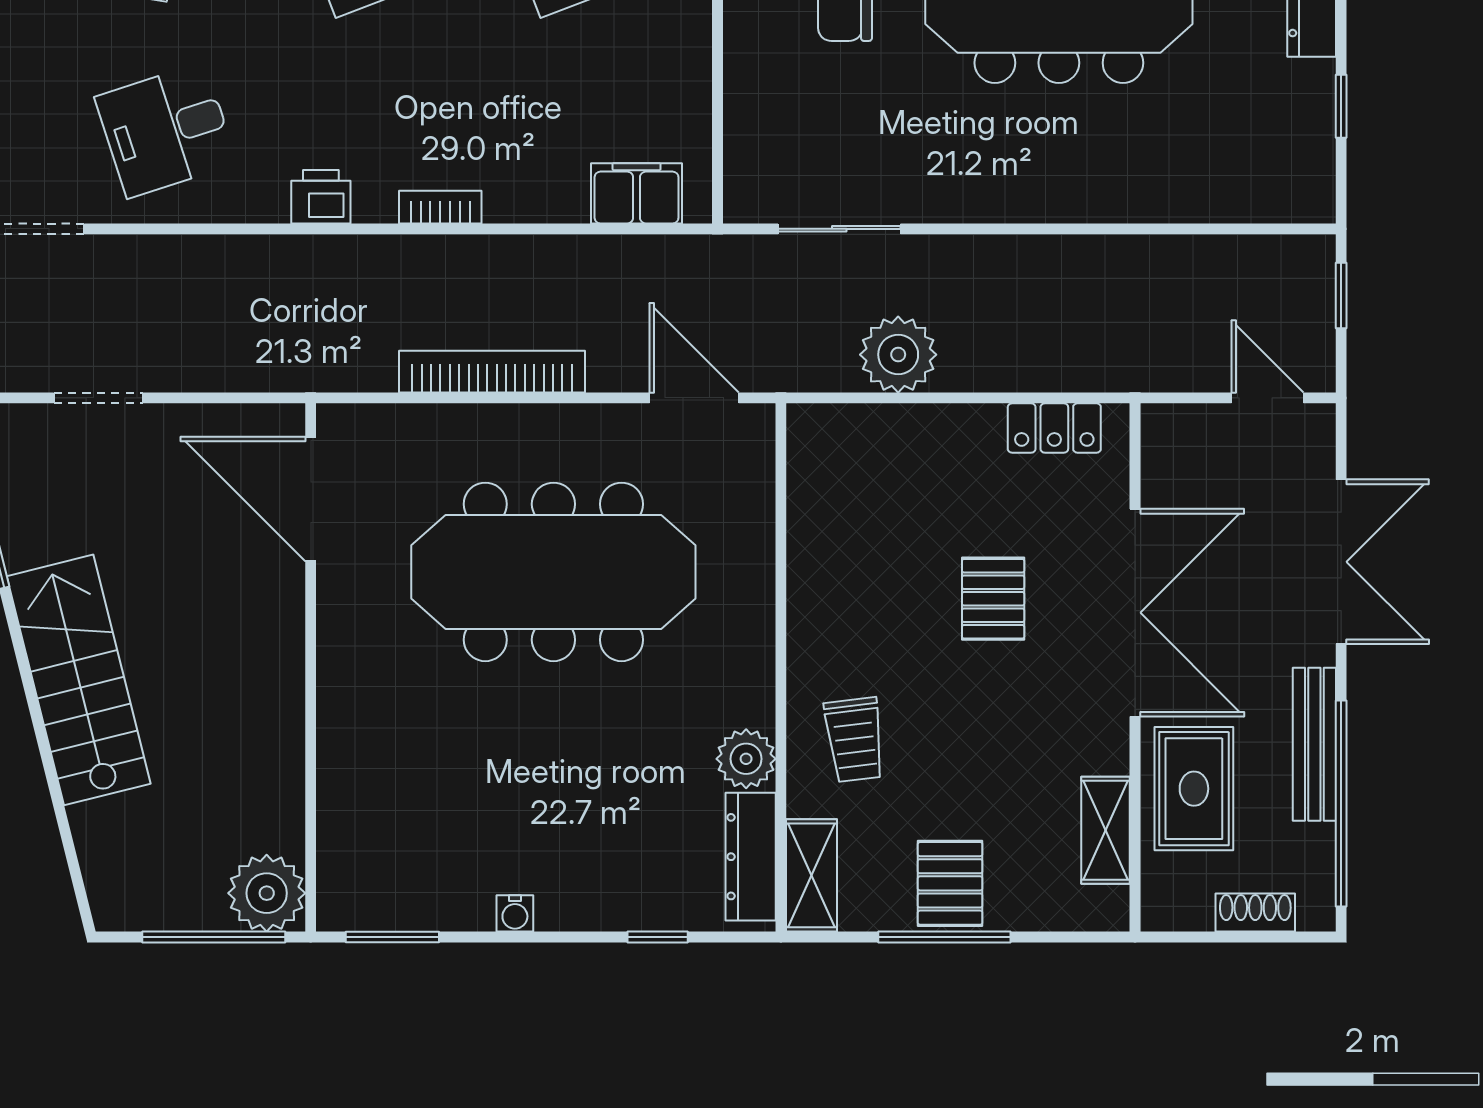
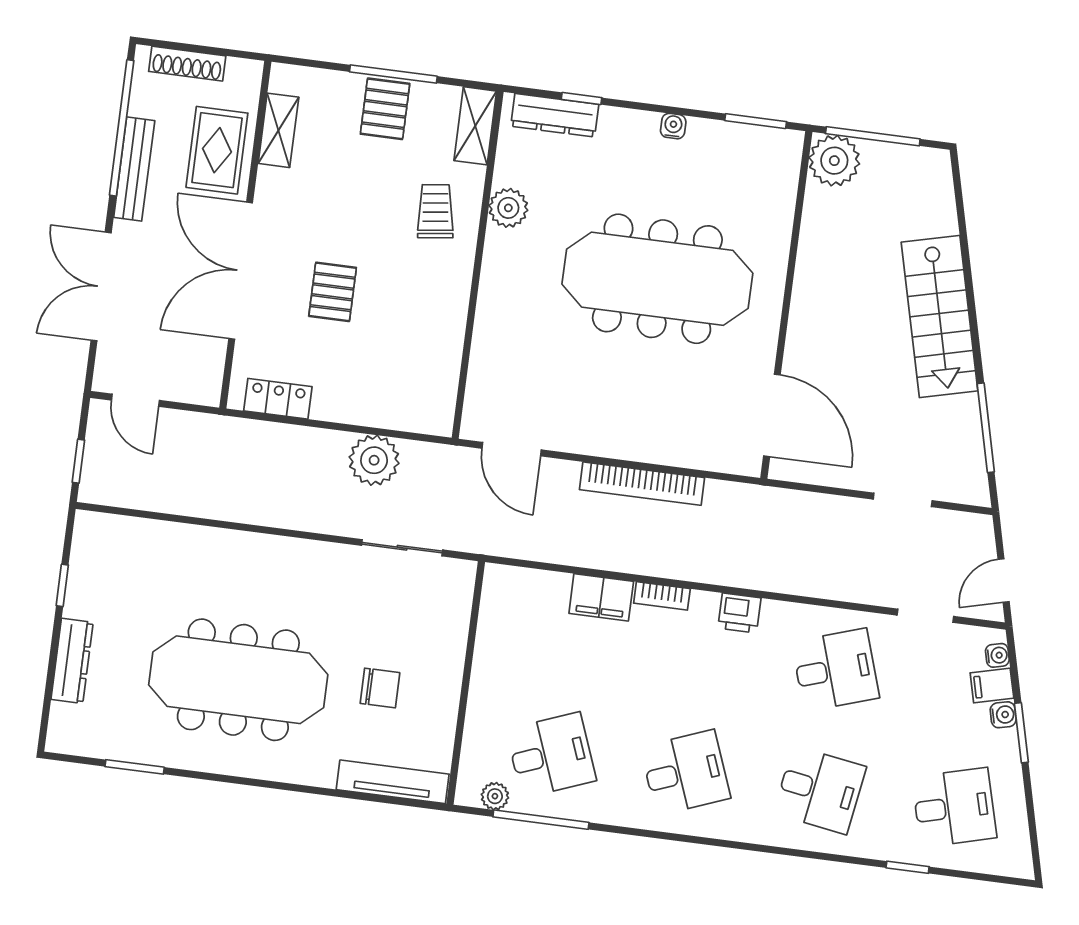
filing cabinet: (637, 193) -> (601, 597), moved
meeting table: (553, 572) -> (657, 279), moved
dresser: (751, 857) -> (555, 115), moved, turned 90
shoe rack: (1255, 913) -> (187, 64), width x1.43

